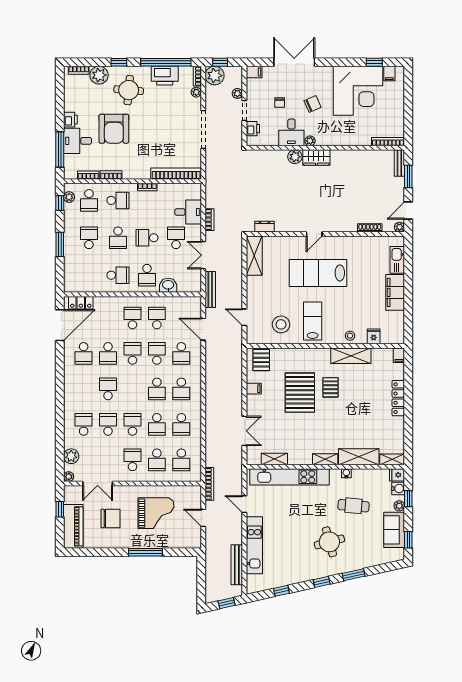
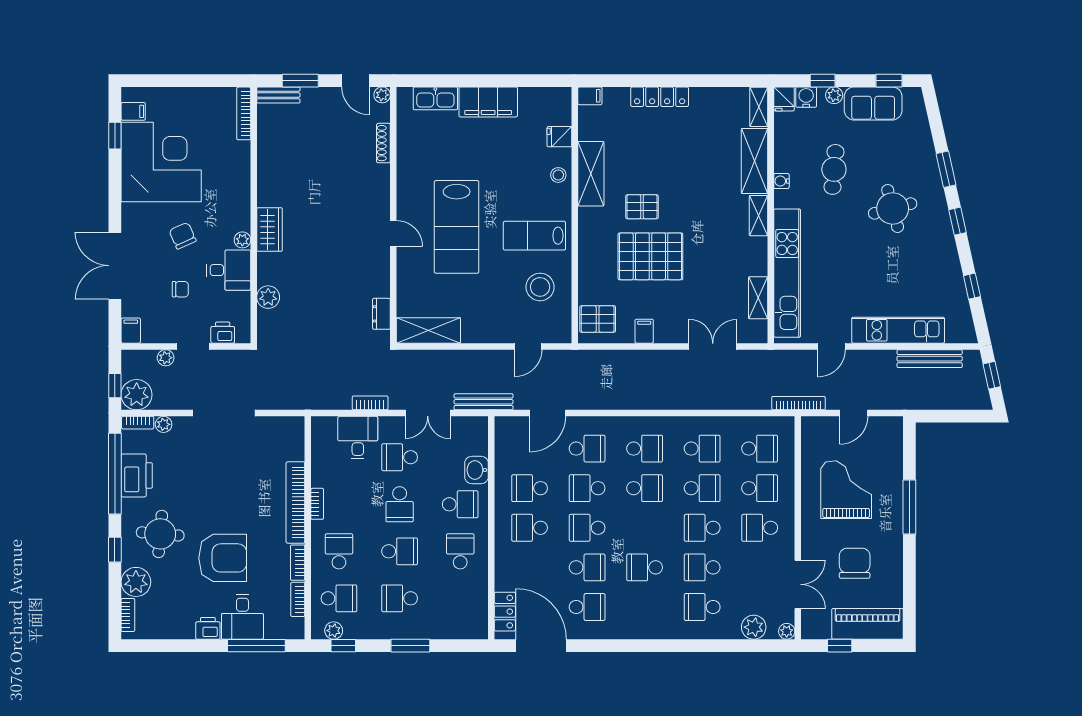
plant: (295, 157) -> (268, 297), moved
bookcase: (176, 174) -> (295, 502), moved

